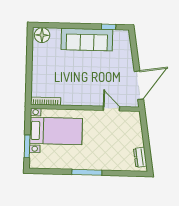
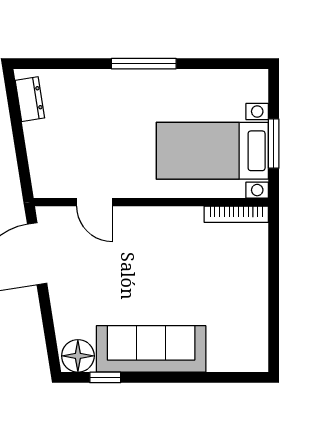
floor lamp: (42, 35) -> (78, 356), moved
window: (27, 146) -> (274, 144), moved

